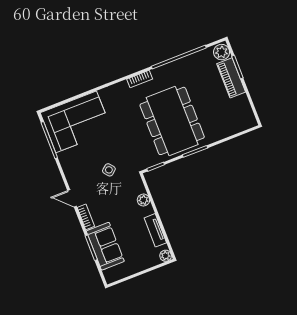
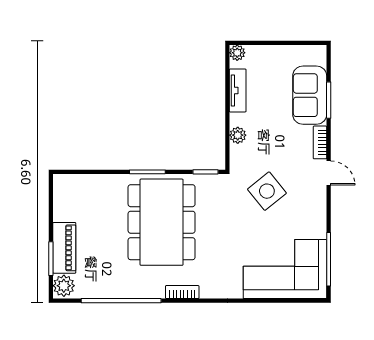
side table: (109, 170) -> (267, 191), width x1.87, depth x1.87

